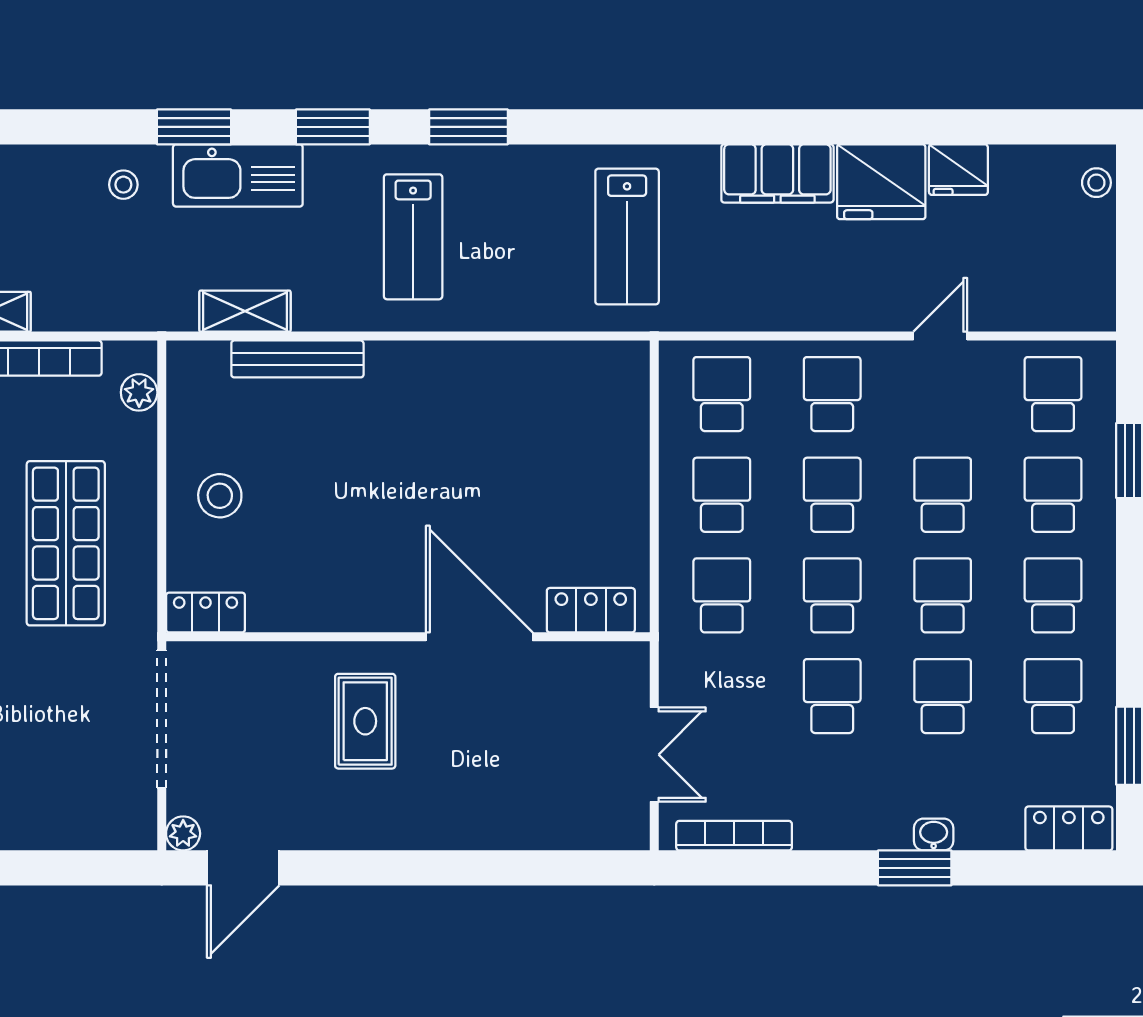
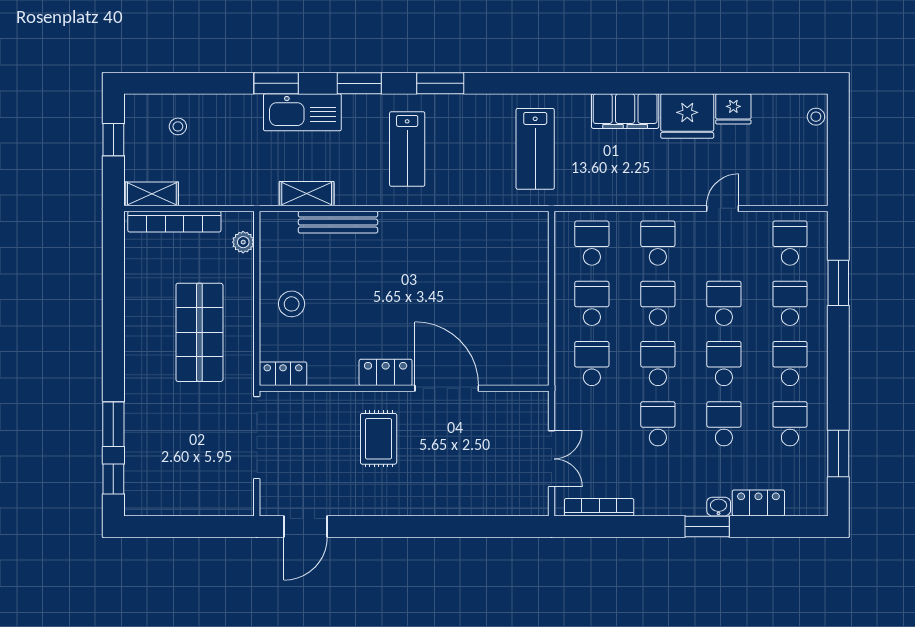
stool: (123, 185) -> (178, 126), moved
locker: (591, 610) -> (386, 372), moved
locker: (1069, 828) -> (758, 503), moved
plant: (183, 833) -> (270, 506), removed

